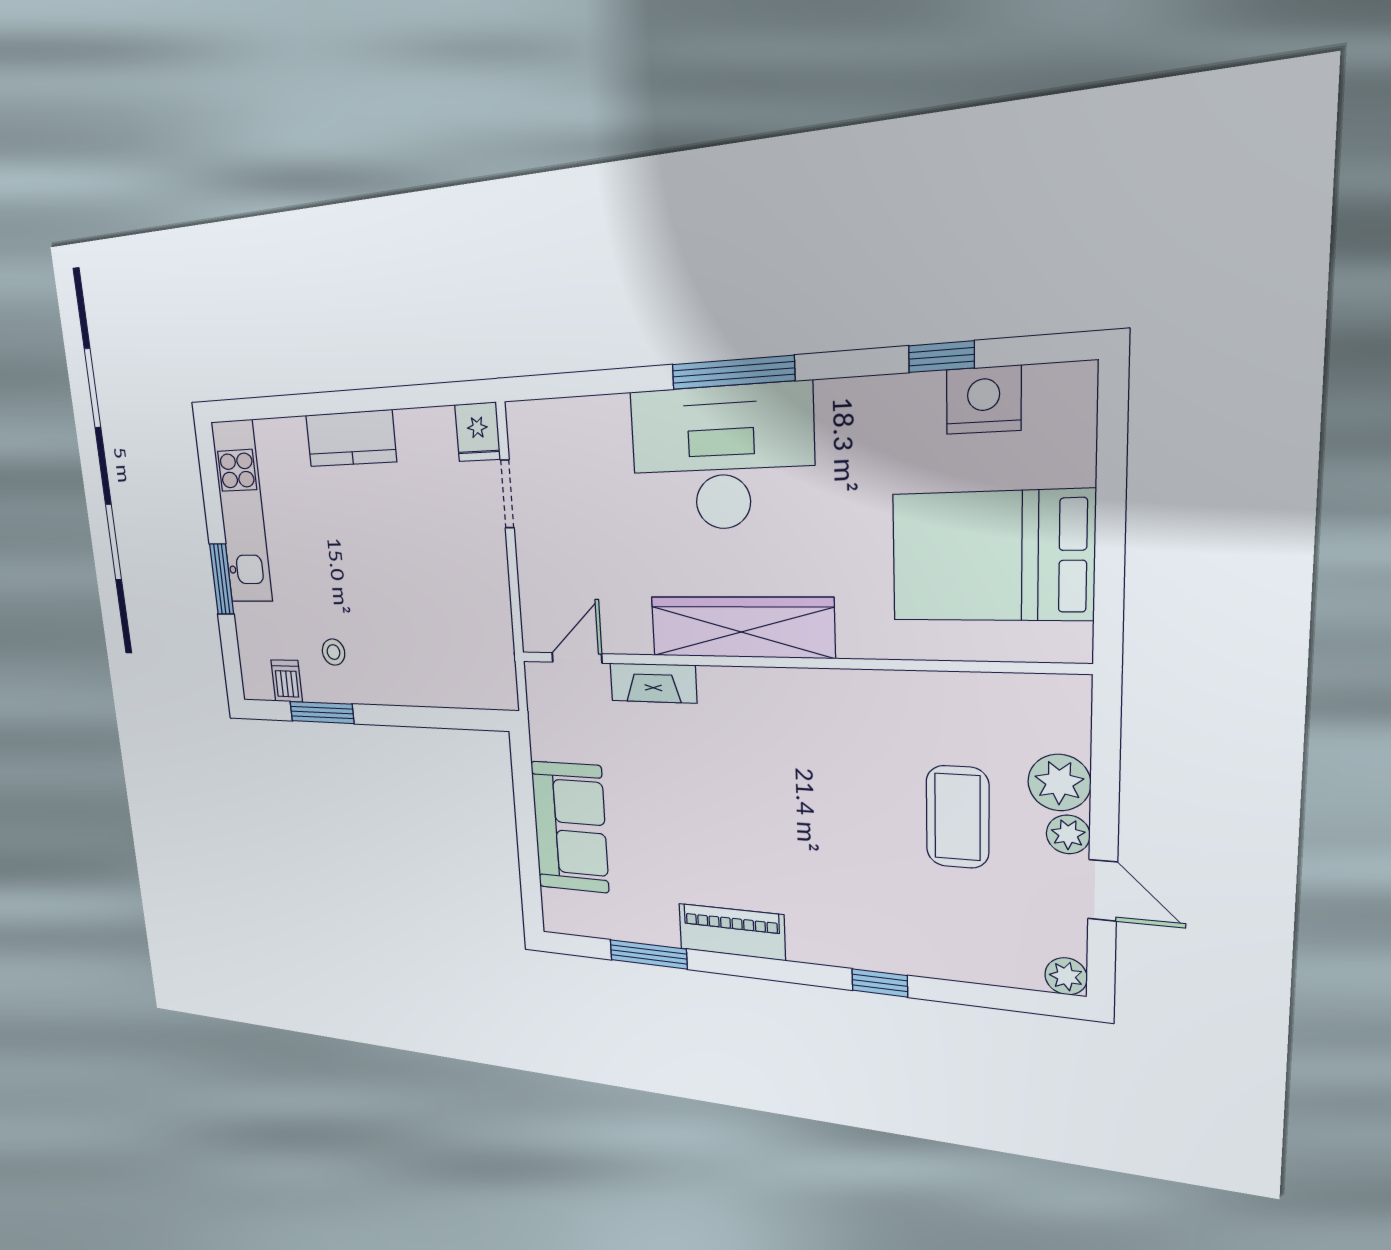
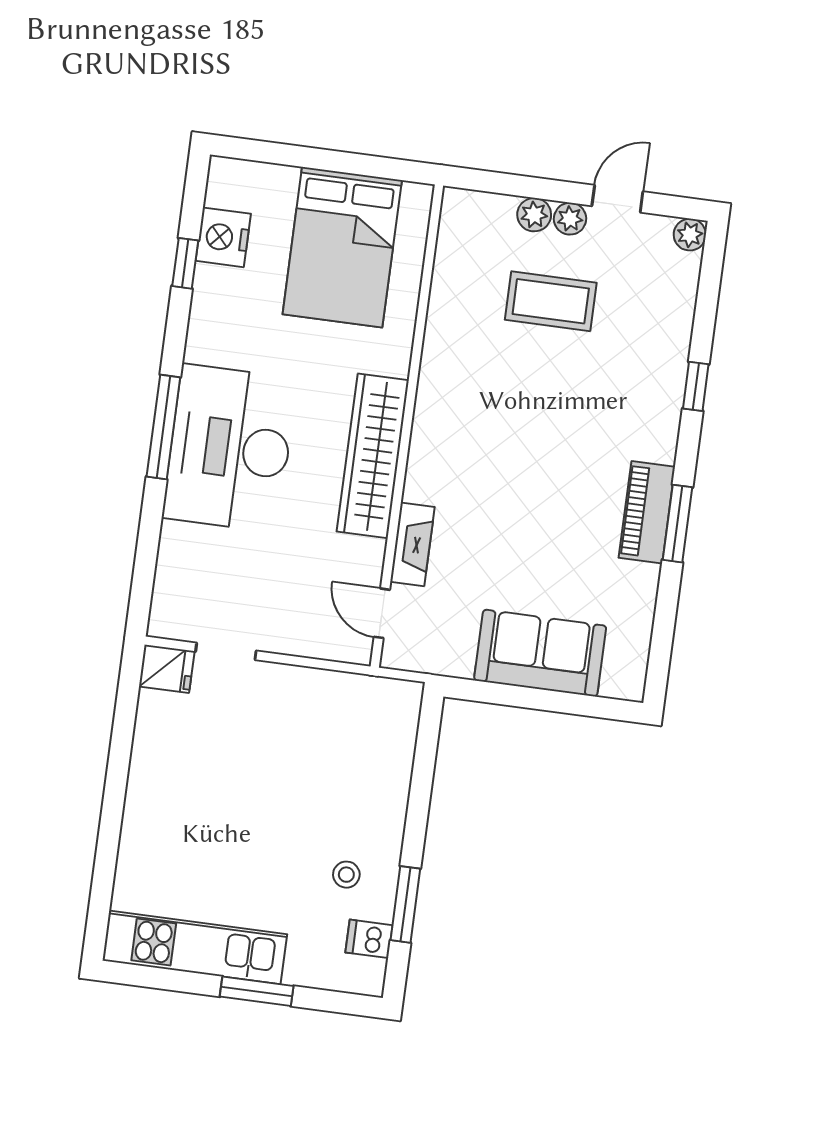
kitchen counter: (351, 438) -> (148, 803), removed
plant: (1059, 782) -> (534, 215), width x0.73, depth x0.73
window: (648, 954) -> (677, 524), moved

